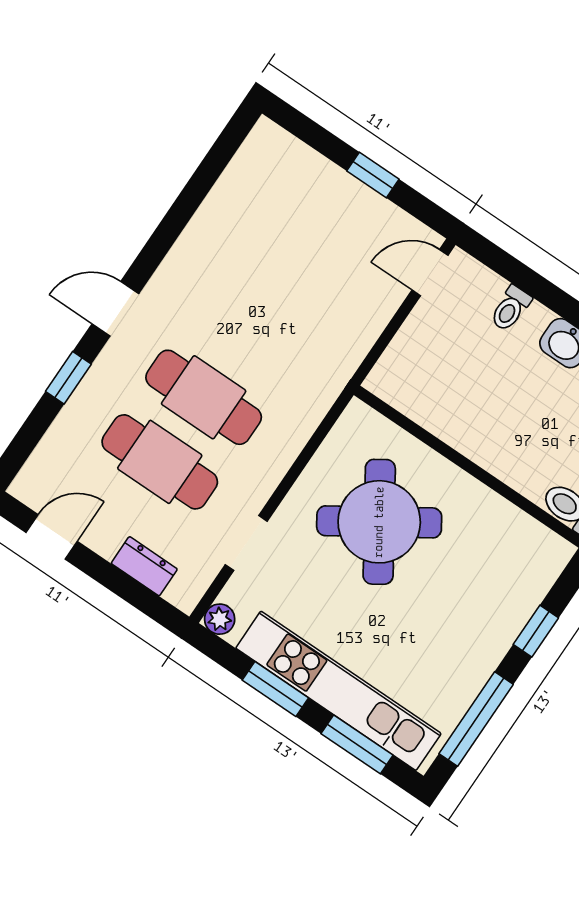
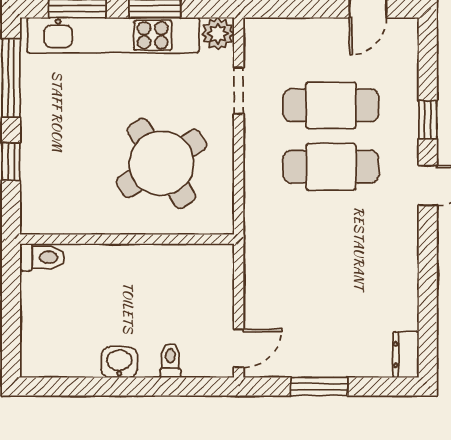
window: (373, 175) -> (319, 387), width x1.50
dresser: (144, 566) -> (406, 355), moved, turned 90
plant: (220, 619) -> (218, 34), width x1.38, depth x1.38

